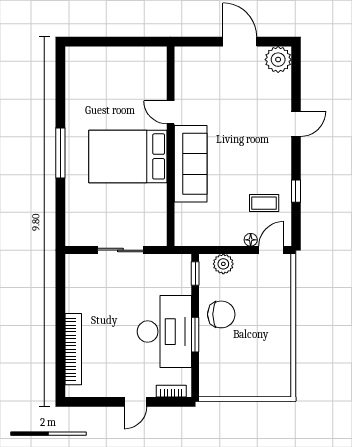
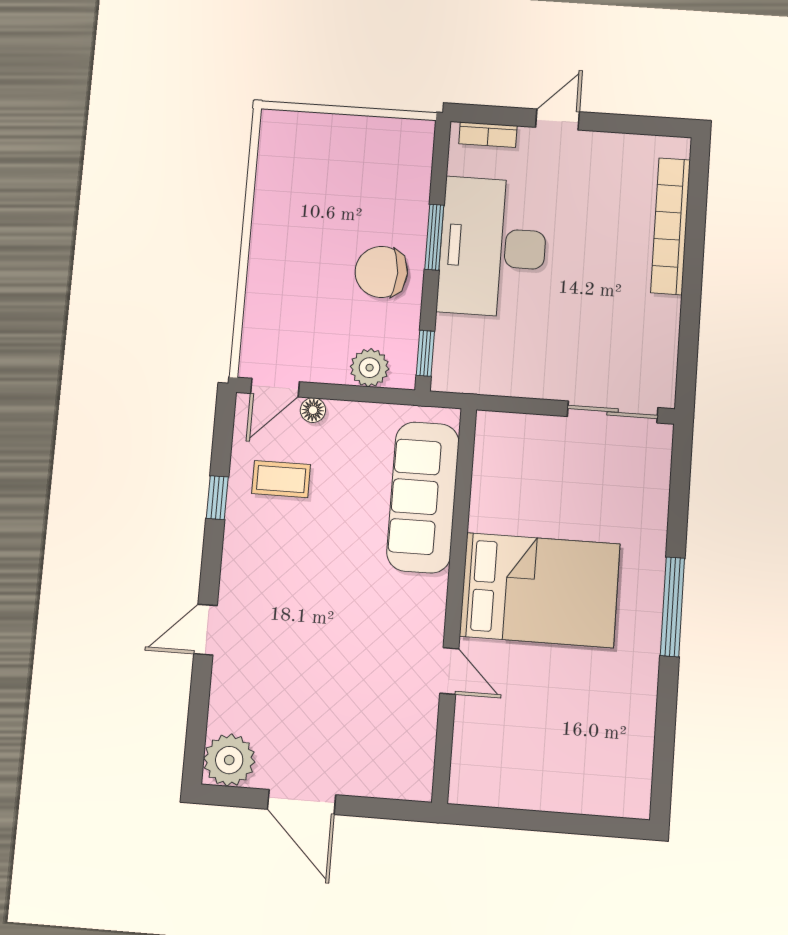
sofa: (191, 164) -> (423, 497), moved
sliding door: (120, 250) -> (613, 412), moved

